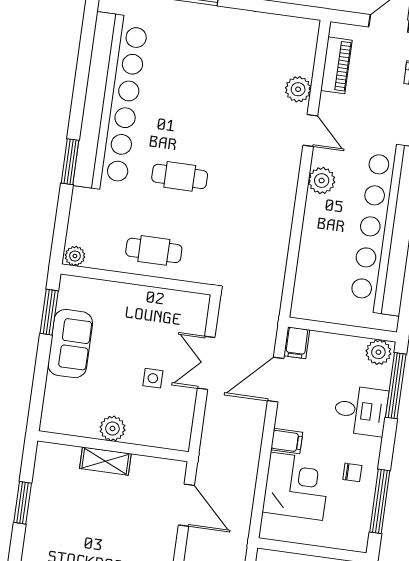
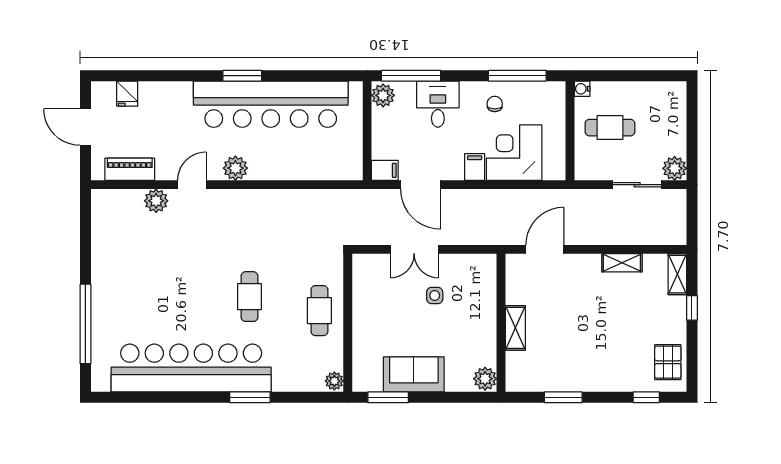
plant: (112, 429) -> (485, 379), moved

